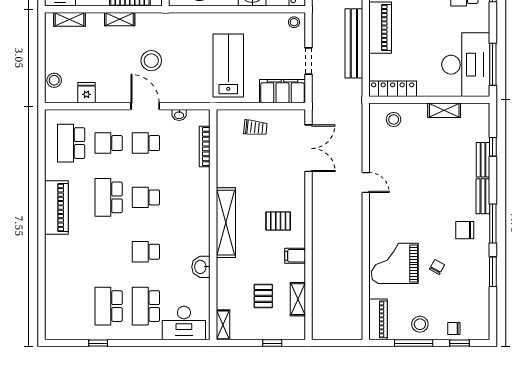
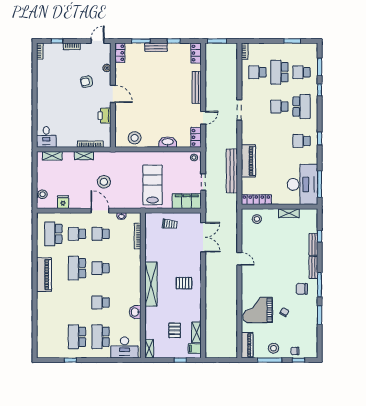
filing cabinet: (295, 256) -> (195, 349), moved

